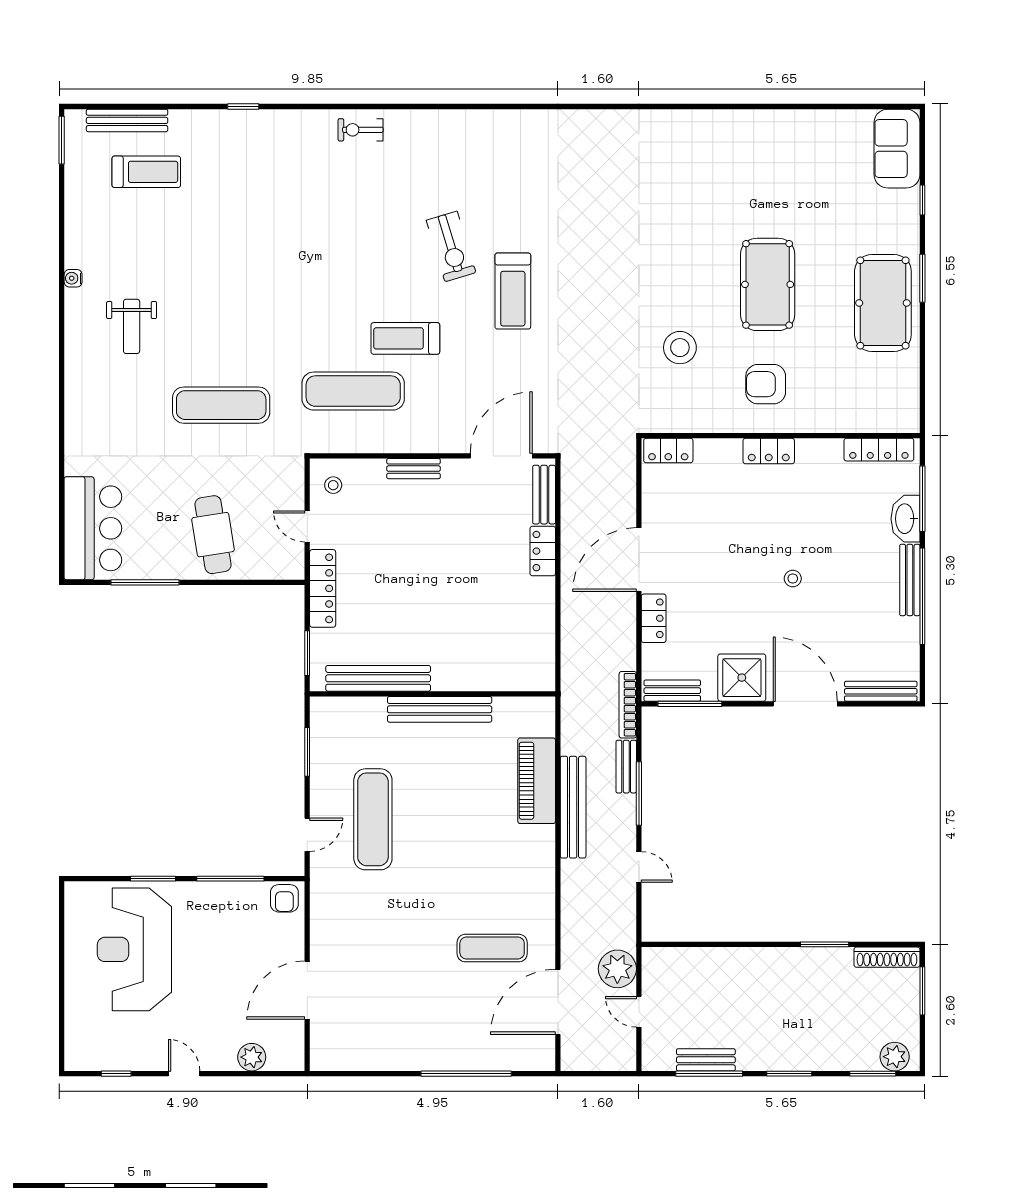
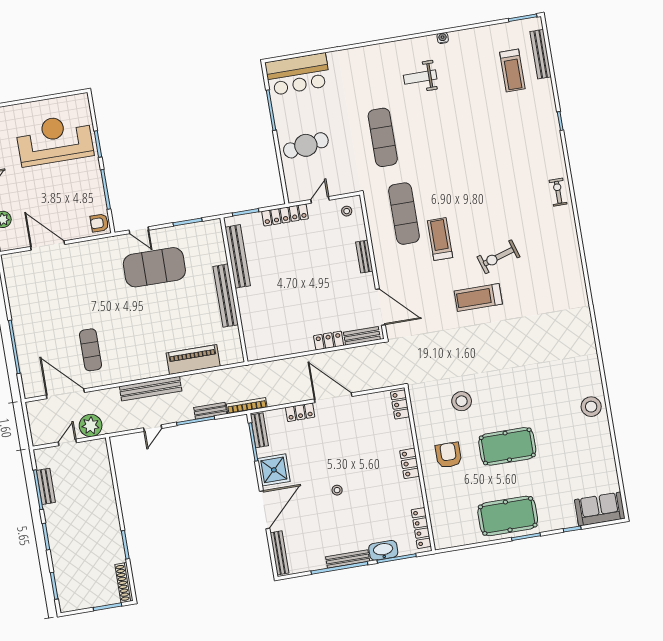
stool: (725, 134) -> (591, 407), added
bench: (573, 807) -> (151, 389), moved
exercise mat: (373, 819) -> (154, 267), width x1.47
plant: (895, 1057) -> (66, 597), removed

